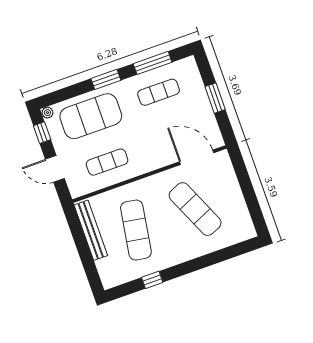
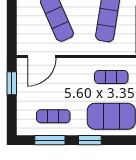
window: (215, 98) -> (12, 83), moved
door: (197, 157) -> (42, 56), hinge flipped

